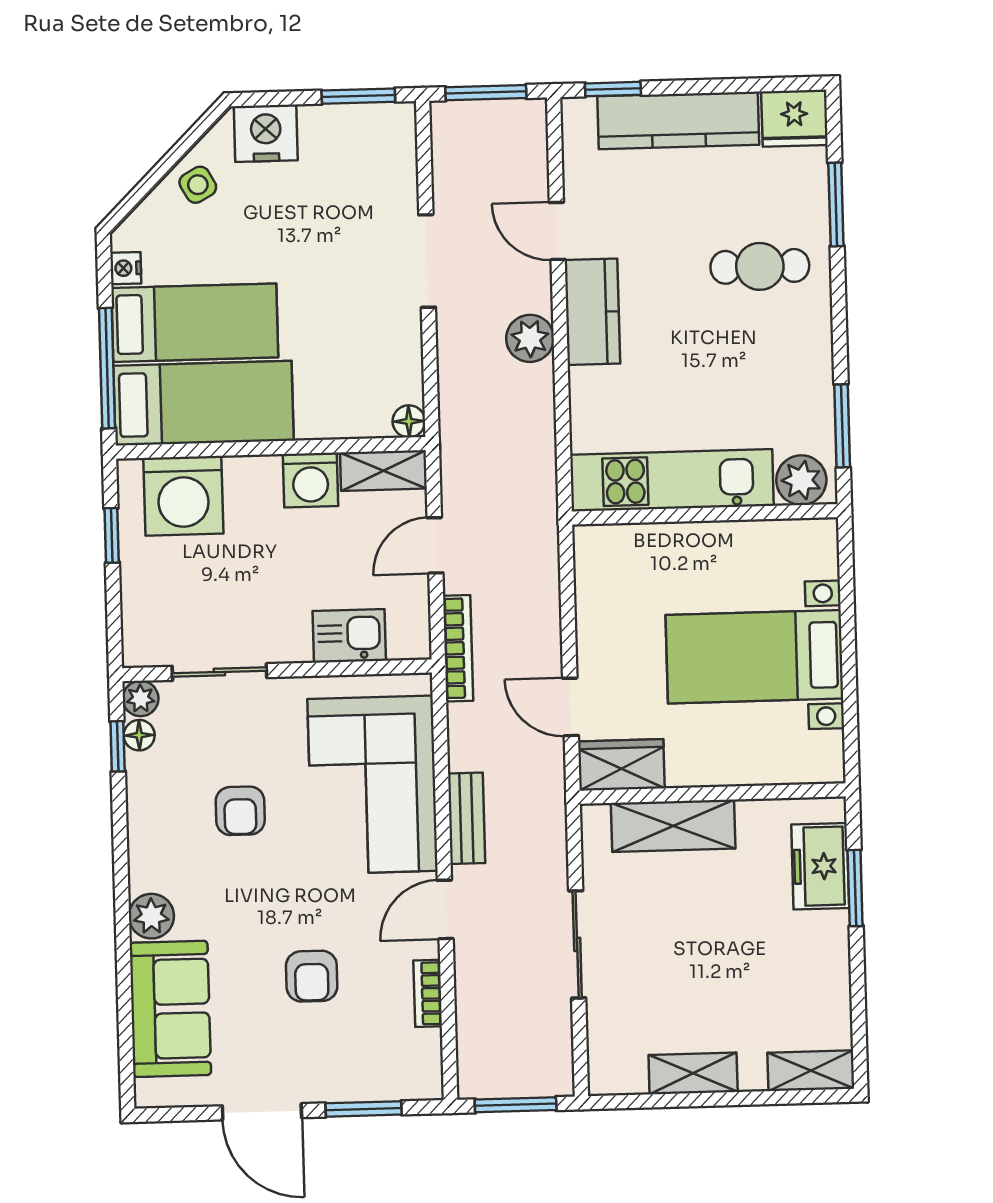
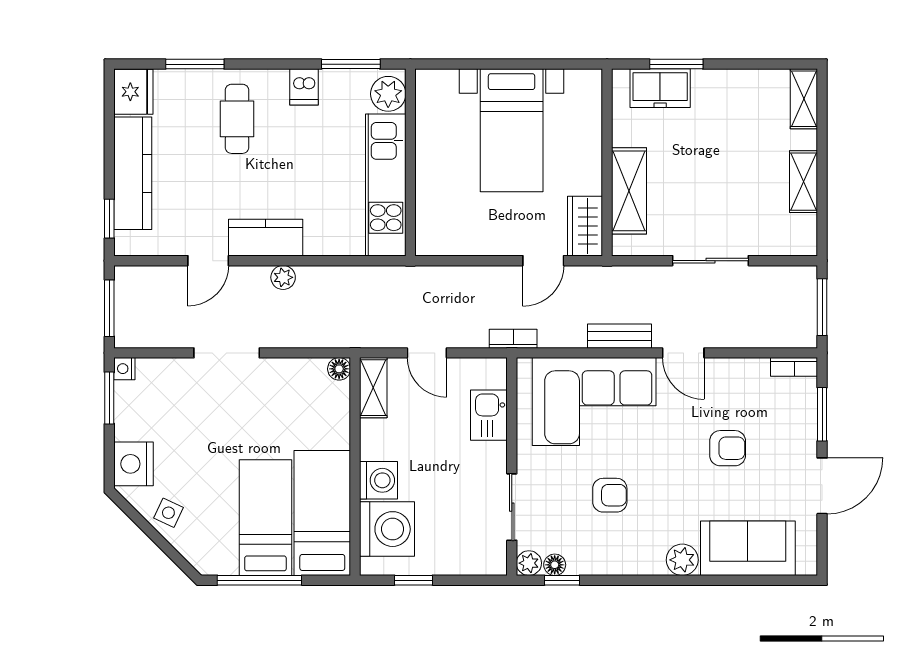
side table: (198, 185) -> (168, 513), turned -36
nightstand: (126, 268) -> (124, 369), moved, turned 90
plant: (530, 338) -> (283, 277), width x0.73, depth x0.73
dishwasher: (808, 360) -> (304, 87), added
window: (107, 368) -> (259, 580), moved
washing machine: (310, 480) -> (379, 480), moved
bookcase: (458, 648) -> (513, 339), width x0.64
bookcase: (428, 993) -> (794, 367), moved

